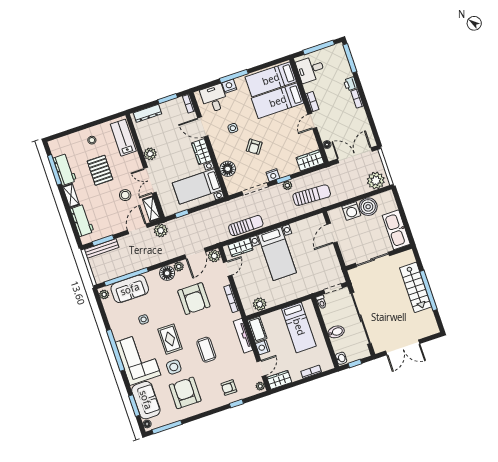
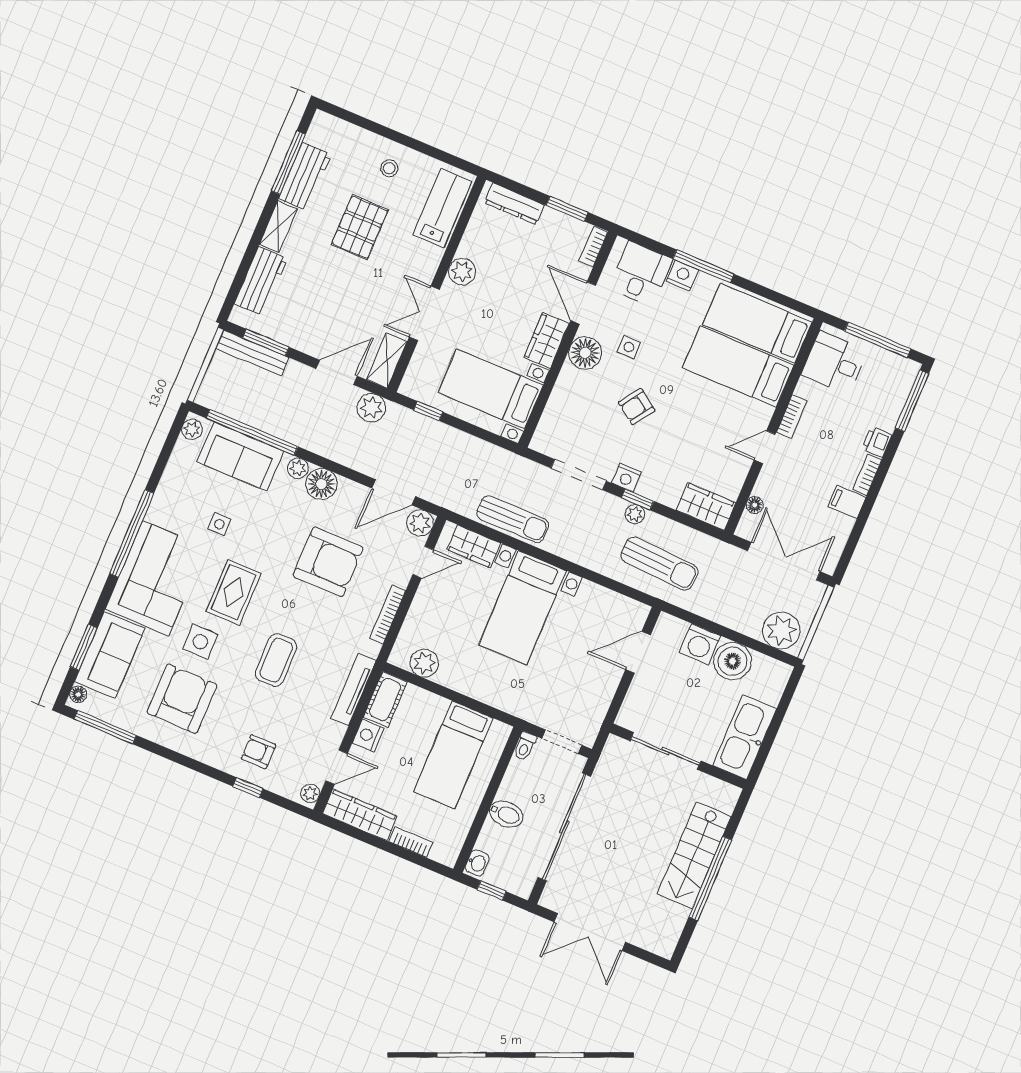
filing cabinet: (359, 115) -> (847, 502), added
floor lamp: (228, 169) -> (585, 353), moved
stool: (125, 195) -> (365, 302), removed
plant: (179, 267) -> (298, 468), moved
armchair: (194, 299) -> (328, 562), turned -90
wardrobe: (279, 380) -> (360, 815), width x1.50

